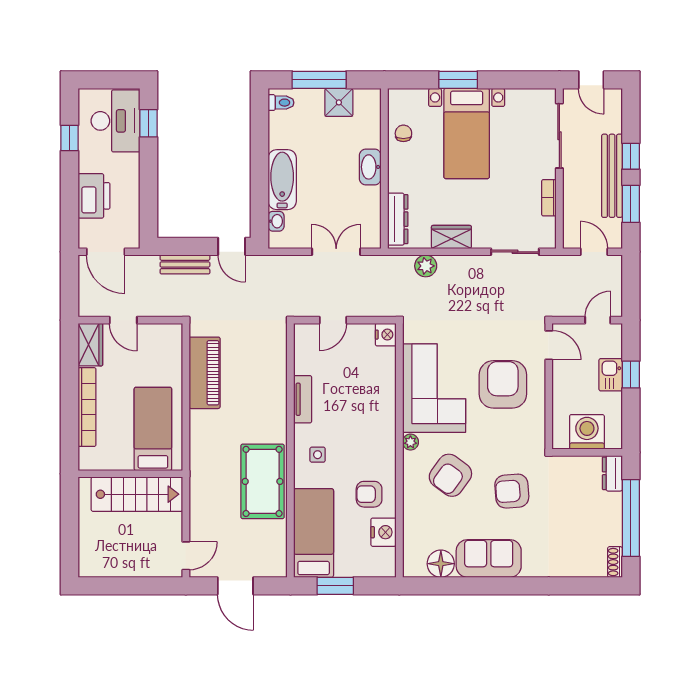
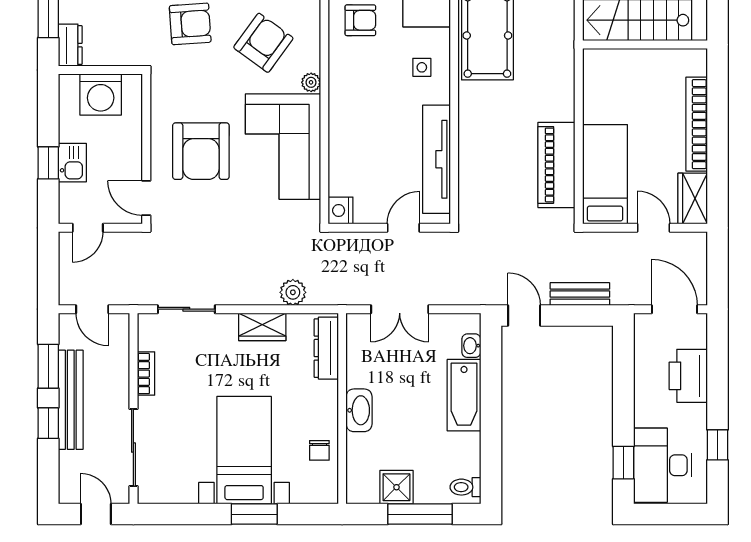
tv unit: (303, 399) -> (436, 159), width x1.92, depth x1.29
bed: (153, 429) -> (605, 174), moved, turned 180

